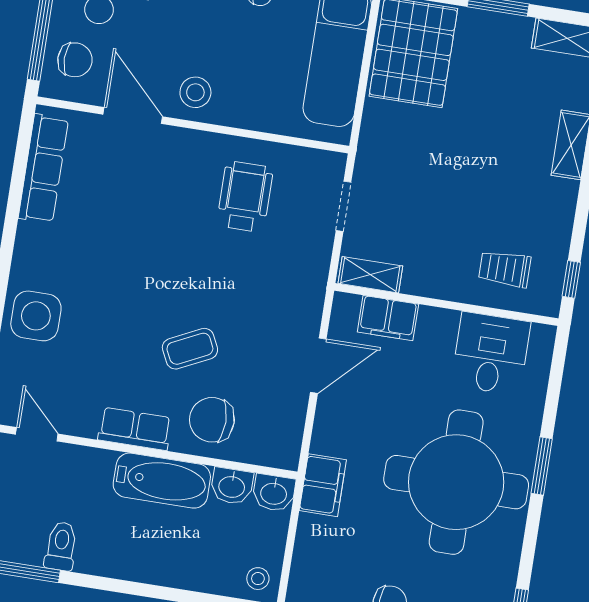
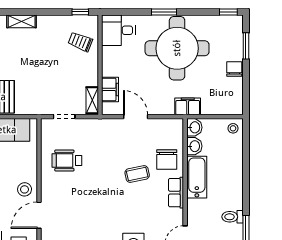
trolley: (505, 269) -> (80, 42), turned 112
coffee table: (190, 349) -> (137, 174), turned -76
desk: (491, 354) -> (118, 30), moved

